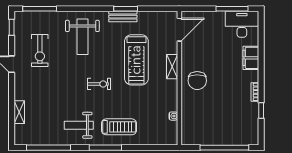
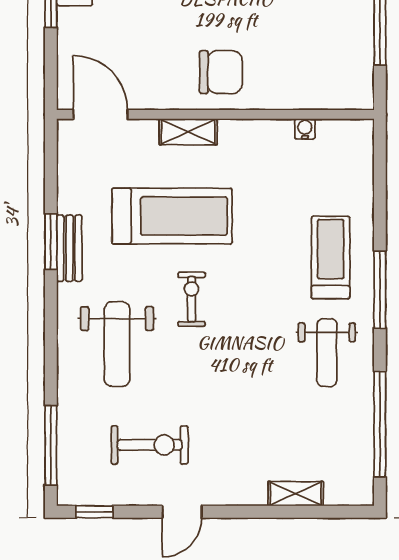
weight bench: (82, 37) -> (117, 344), turned 90
exercise bike: (99, 84) -> (192, 299), moved

